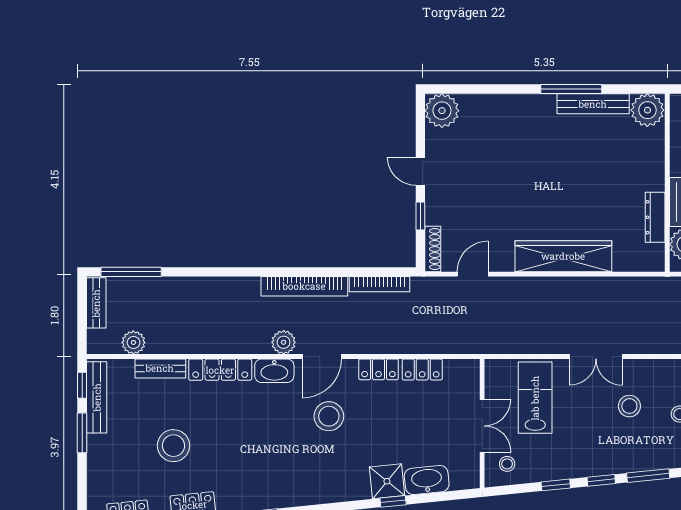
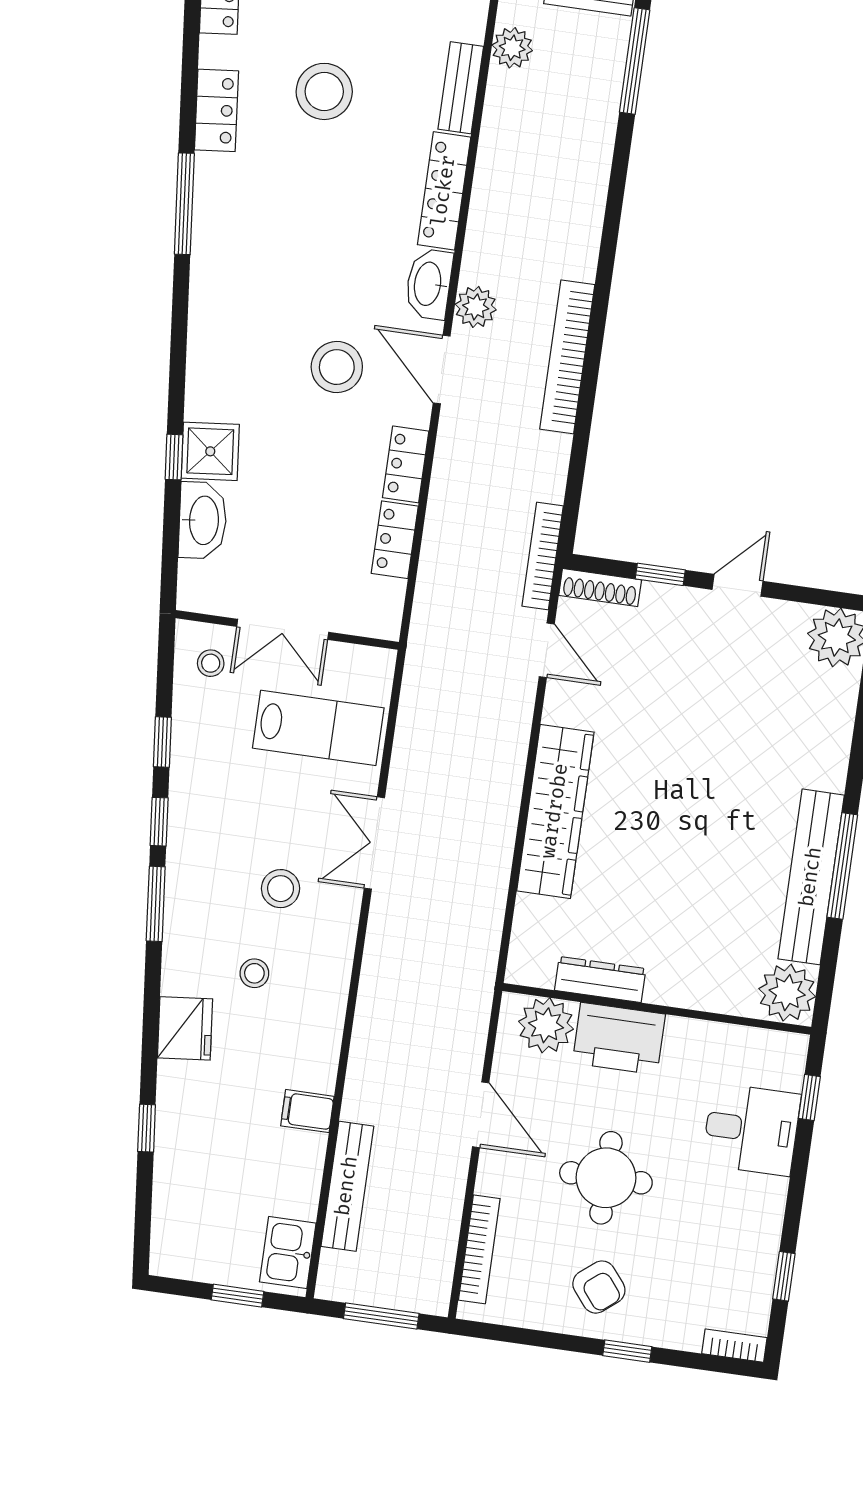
bench: (593, 104) -> (811, 877), width x1.37, depth x1.21
bookcase: (380, 284) -> (543, 556), moved

